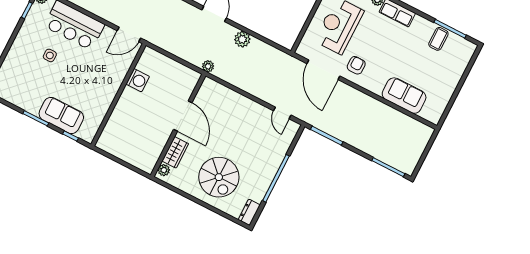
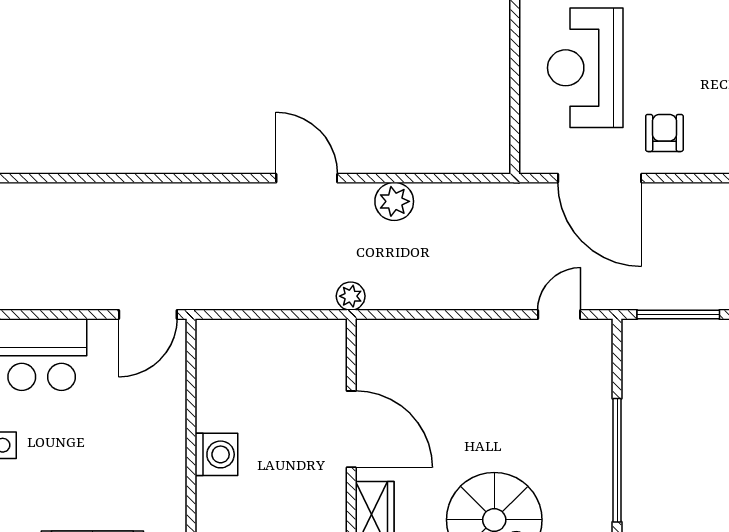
washing machine: (138, 80) -> (216, 454), moved
door: (282, 113) -> (559, 314), swing flipped

